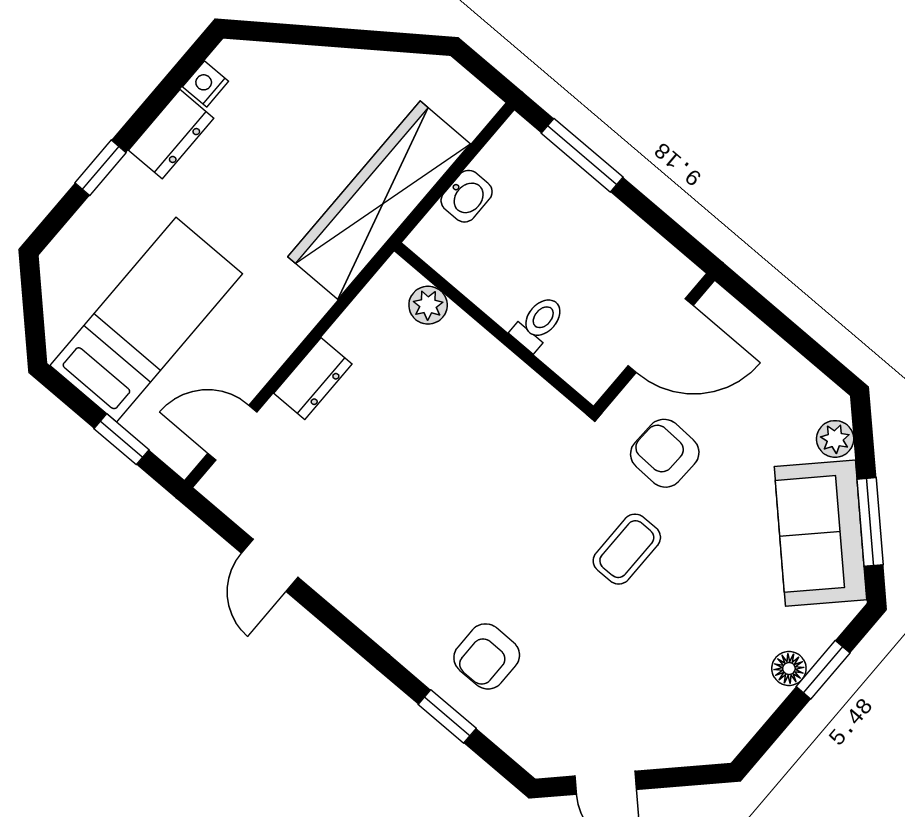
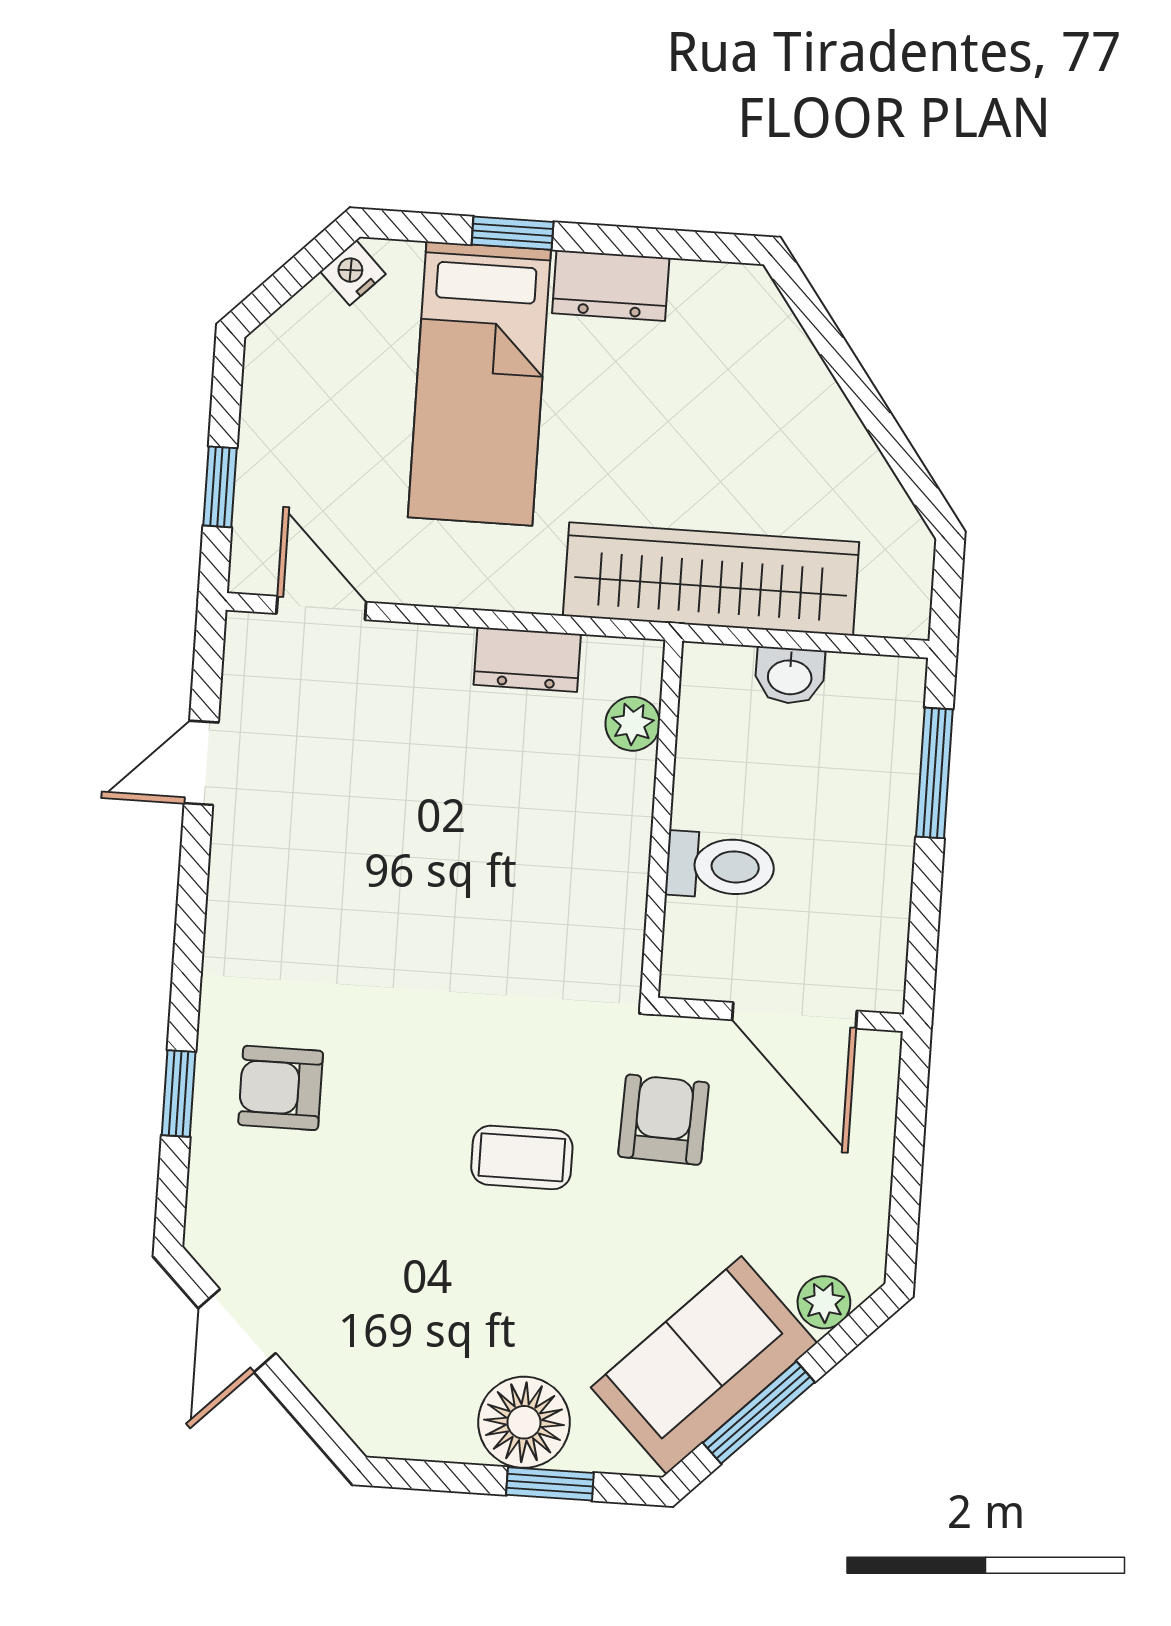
nightstand: (206, 84) -> (353, 273), moved, turned -45
bed: (146, 320) -> (479, 384), moved, turned 90
toilet: (538, 323) -> (720, 866), width x1.37, depth x1.39
dresser: (313, 379) -> (527, 659), moved
floor lamp: (789, 668) -> (524, 1422), width x1.89, depth x1.89

